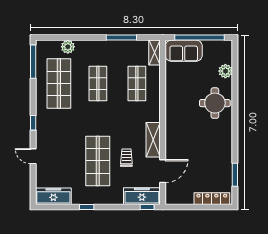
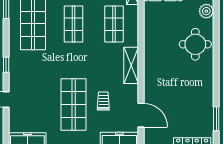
shelving: (153, 140) -> (131, 65), moved
door: (163, 171) -> (141, 115), hinge flipped

